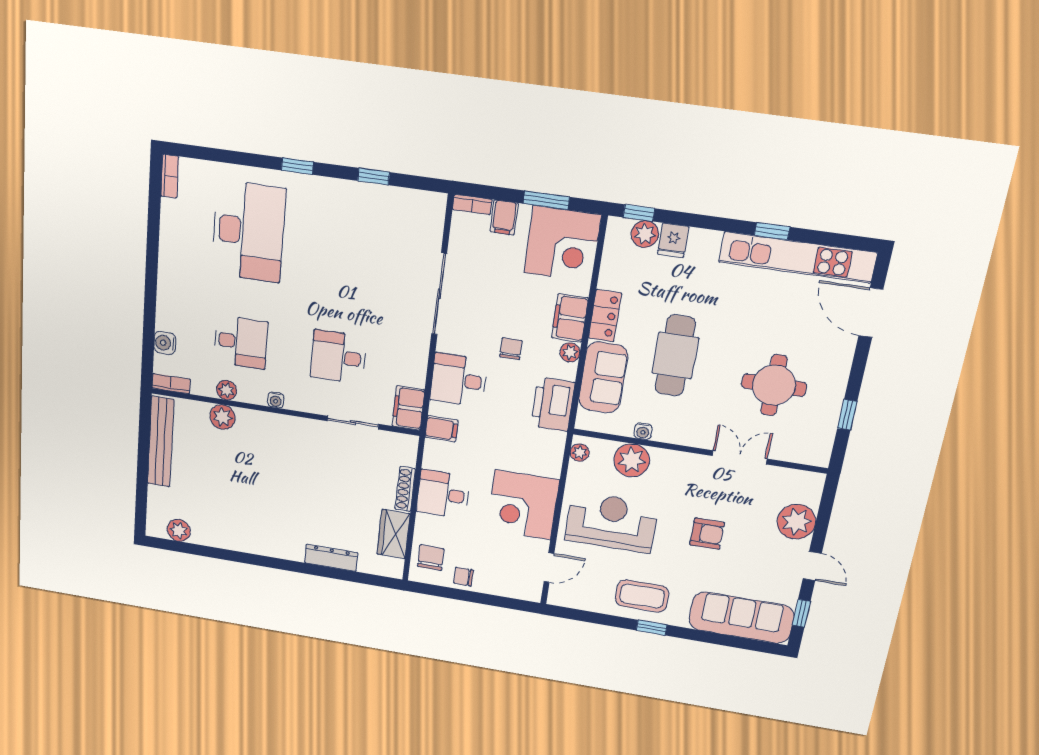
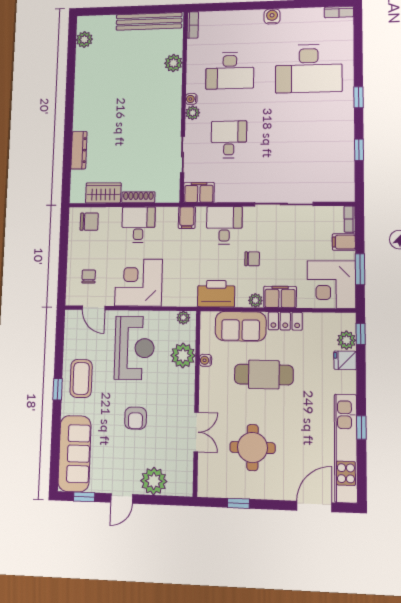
desk: (241, 342) -> (230, 71), width x1.37
water cooler: (165, 343) -> (272, 16), moved
plant: (227, 390) -> (193, 113), moved
chair: (463, 577) -> (89, 276), moved

